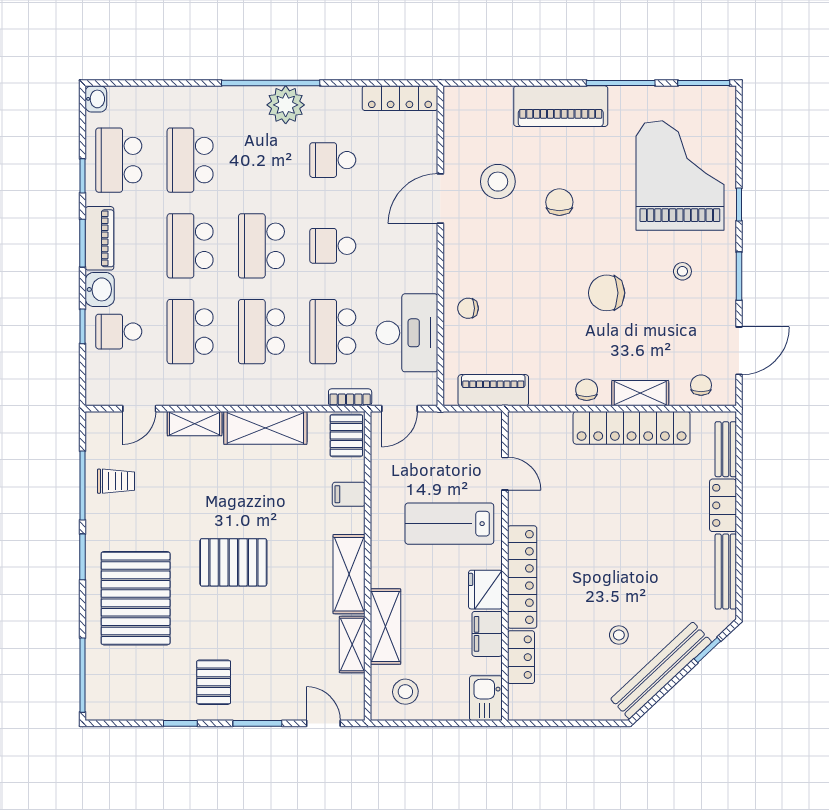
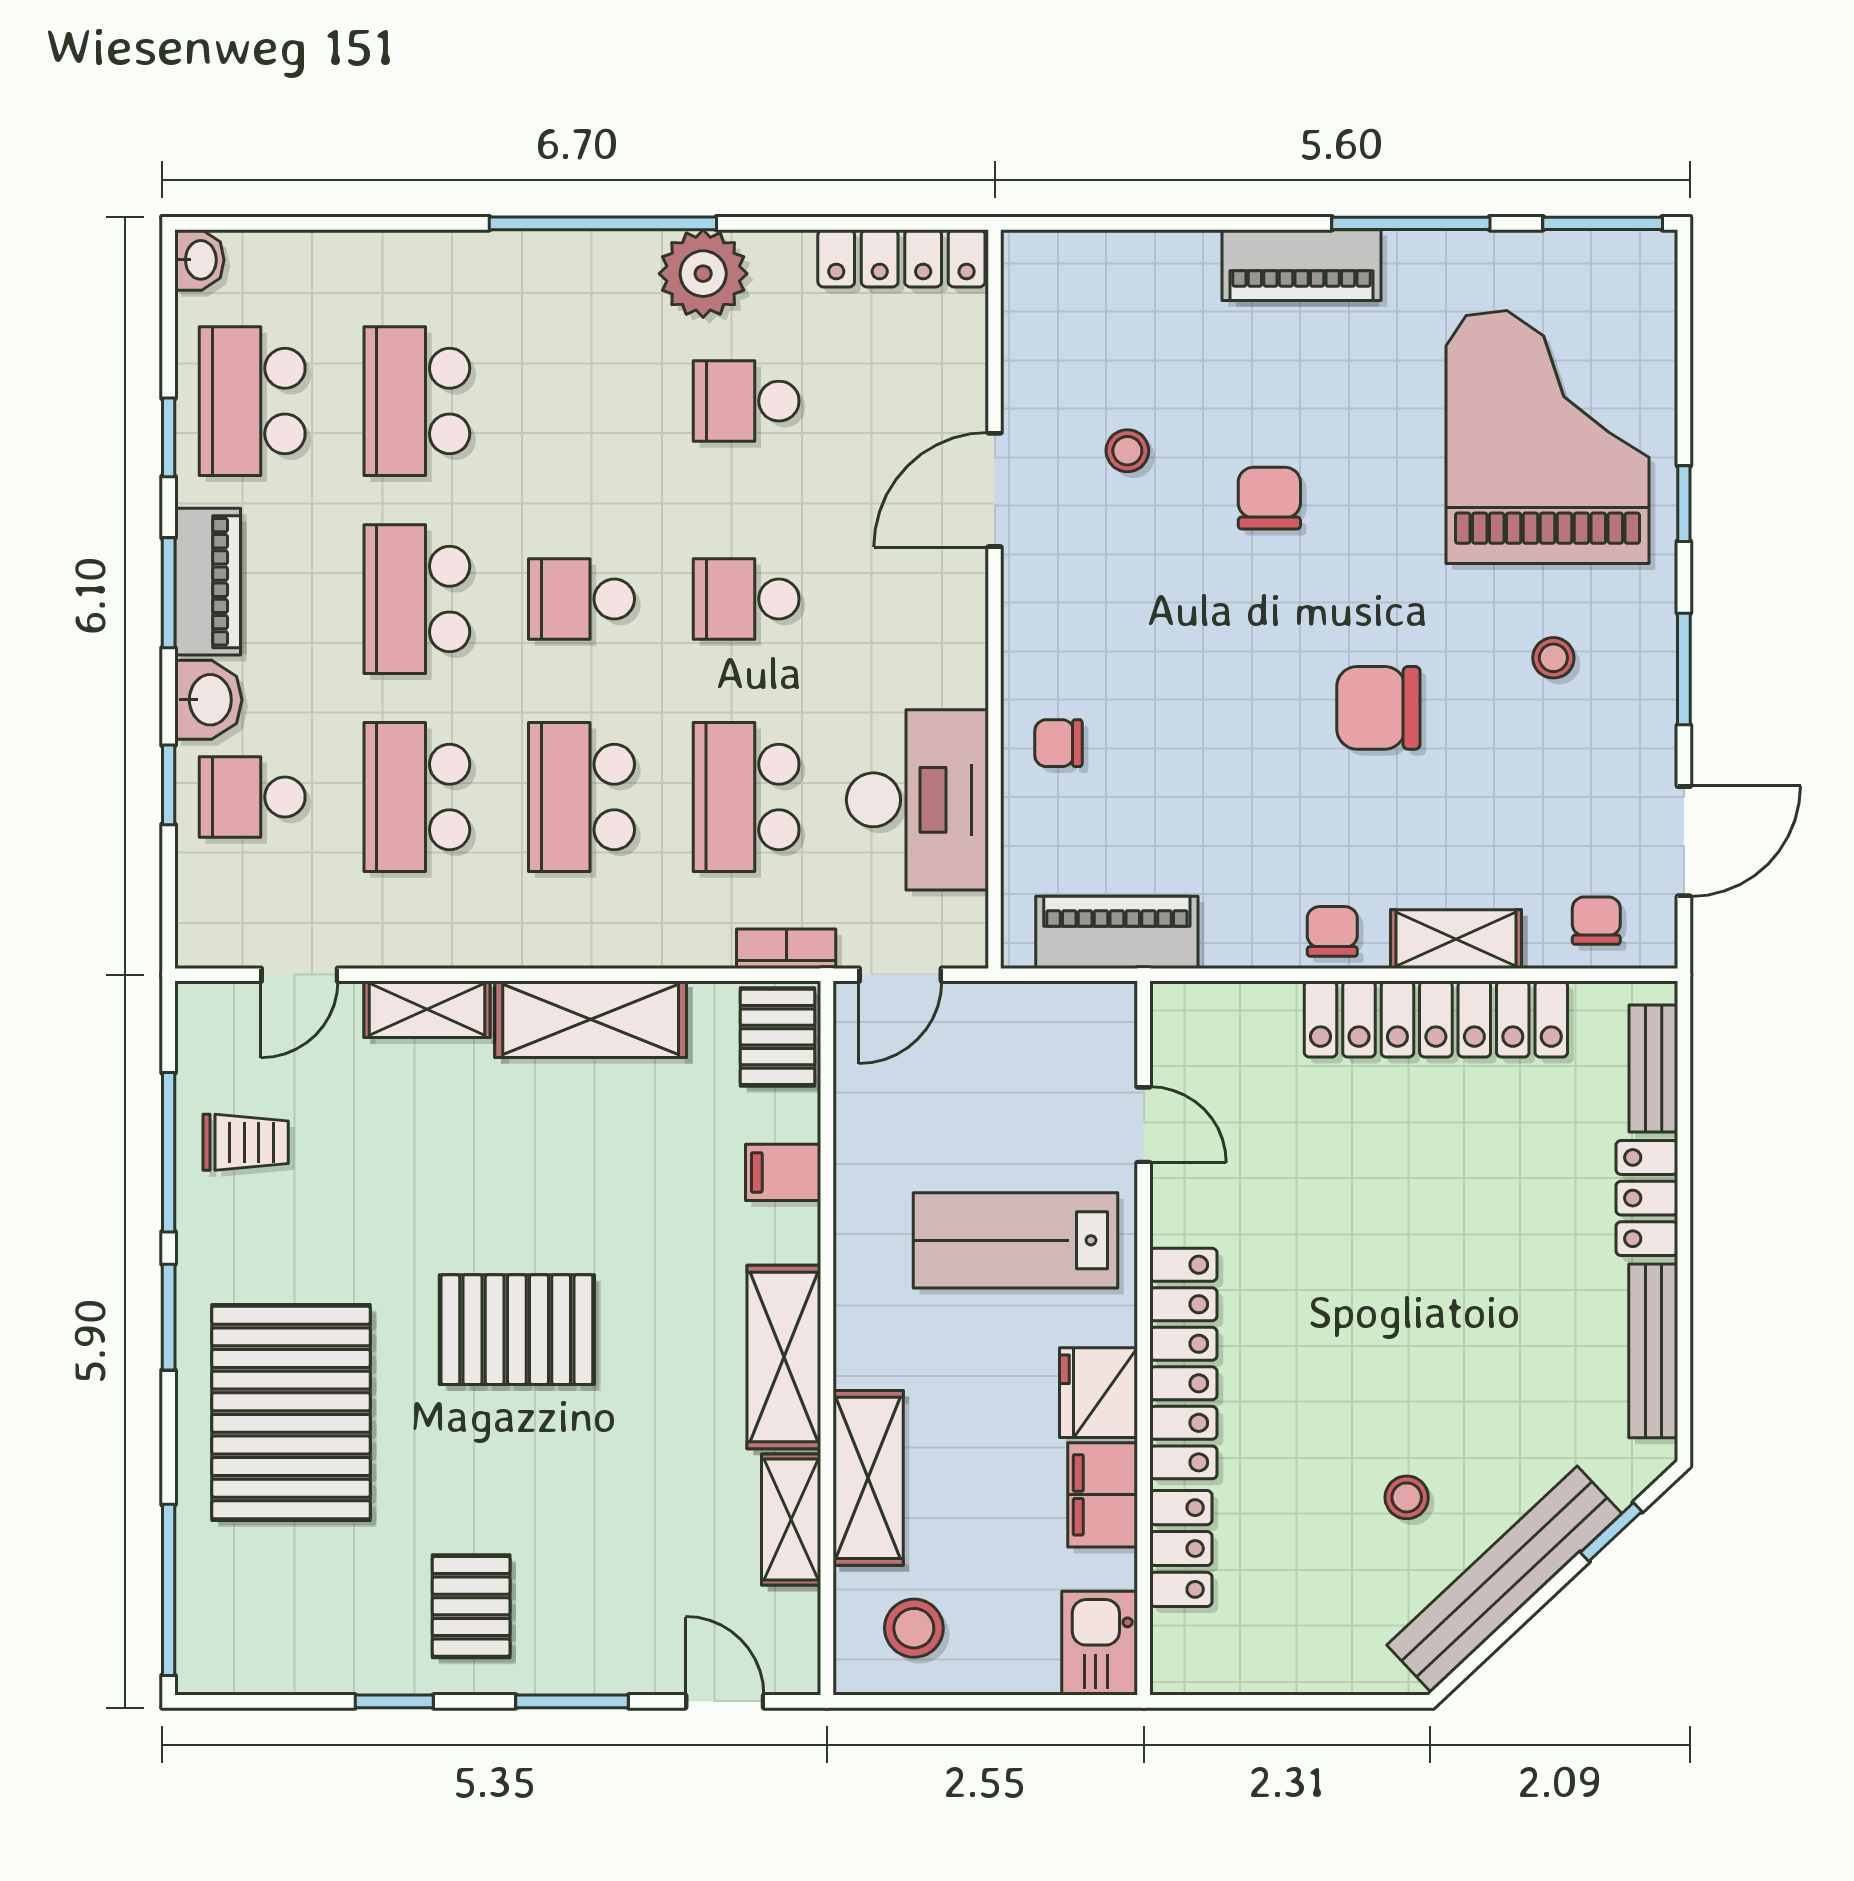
plant: (286, 105) -> (703, 274), moved
piano: (561, 106) -> (1302, 265), width x0.73, depth x0.75
stool: (498, 182) -> (1127, 451), width x0.53, depth x0.53
school desk: (261, 246) -> (582, 599), width x0.54

